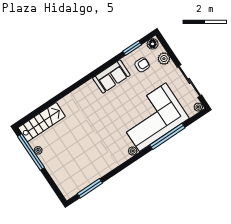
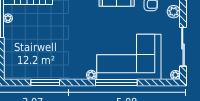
window: (167, 136) -> (116, 83), moved
window: (90, 188) -> (45, 83), moved

